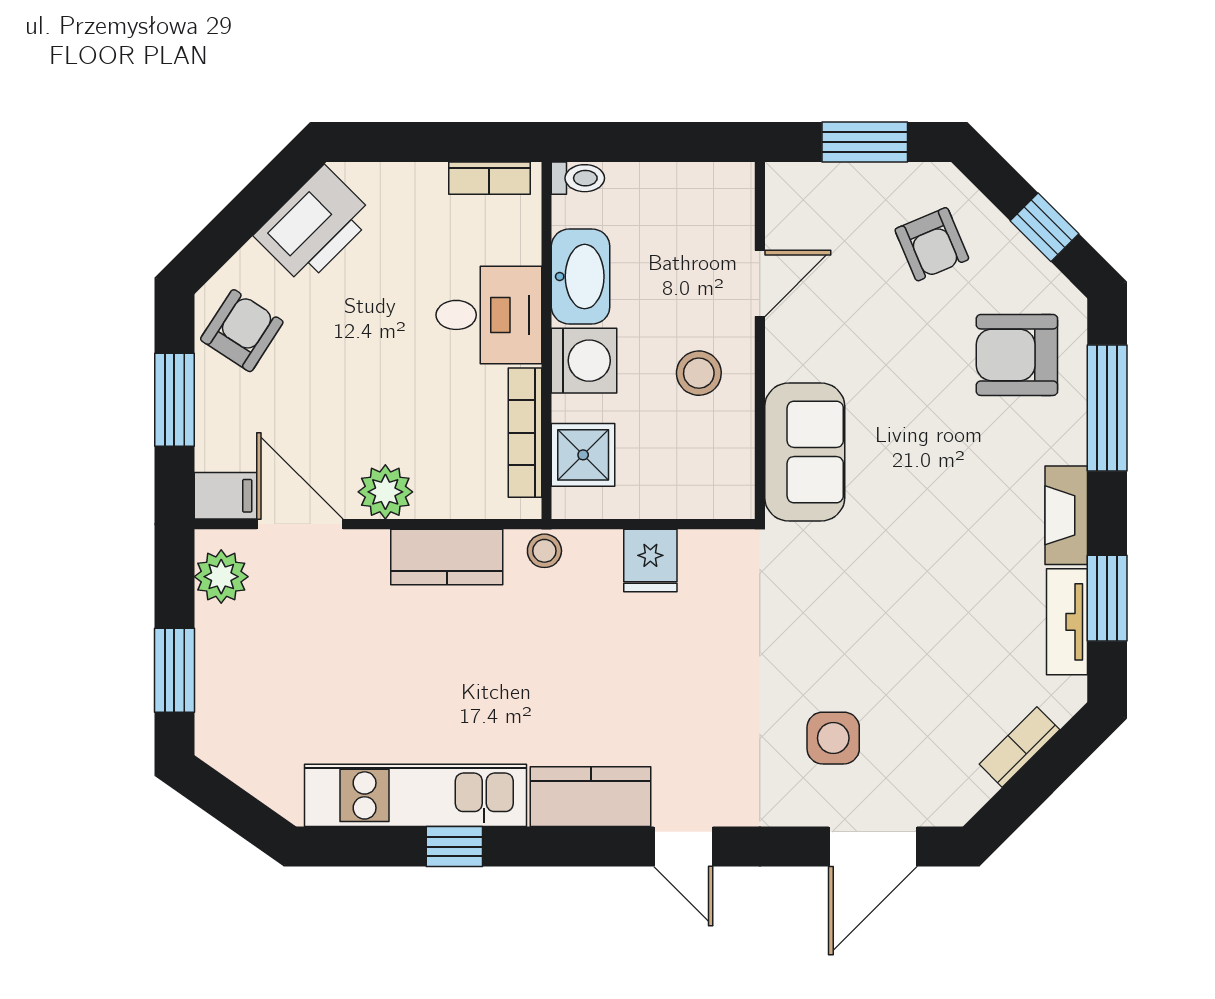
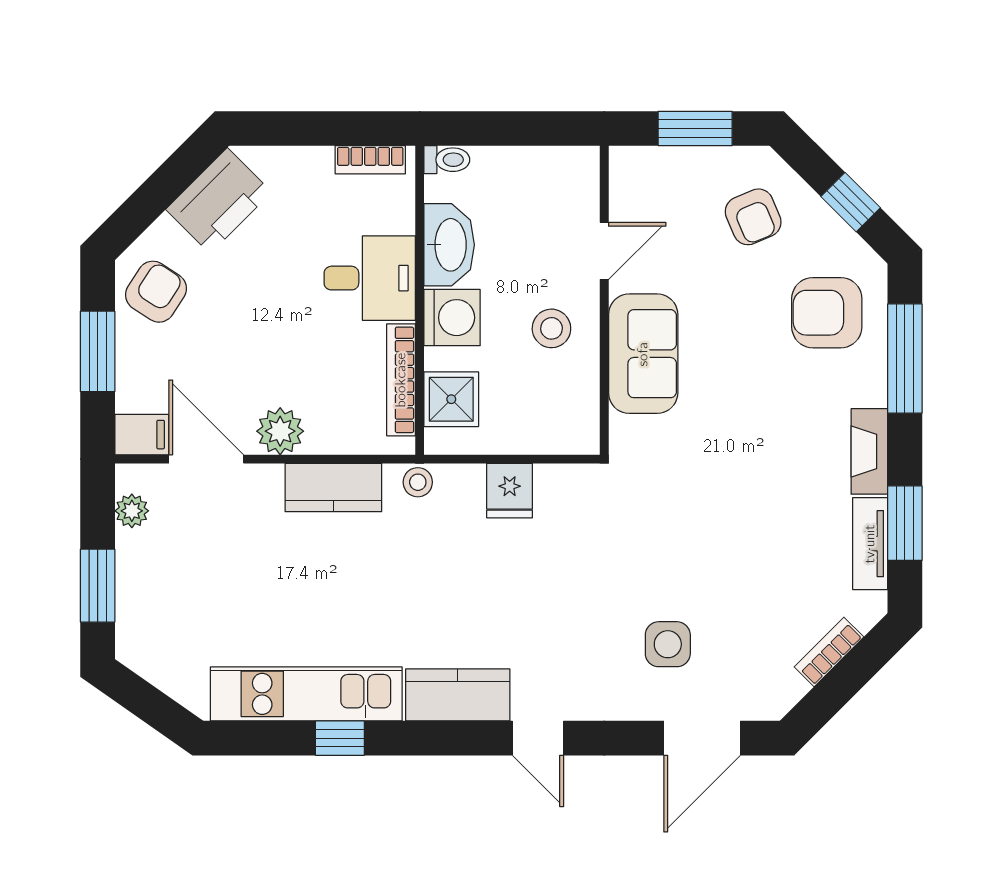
sofa: (805, 452) -> (643, 354), moved
plant: (221, 577) -> (132, 511), width x0.73, depth x0.73

